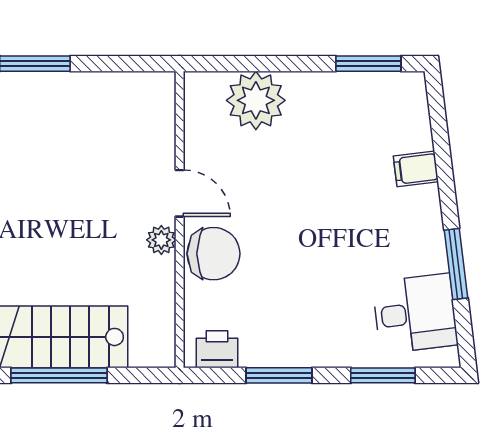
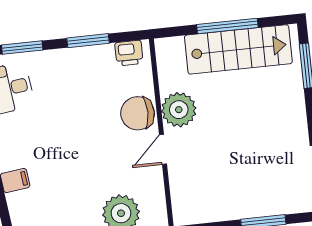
door: (180, 193) -> (163, 149), hinge flipped
plant: (161, 240) -> (179, 110), width x1.88, depth x1.88

